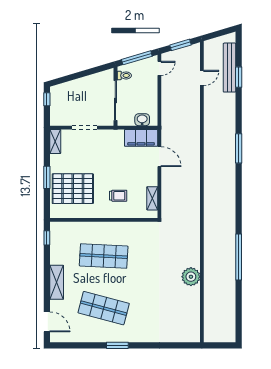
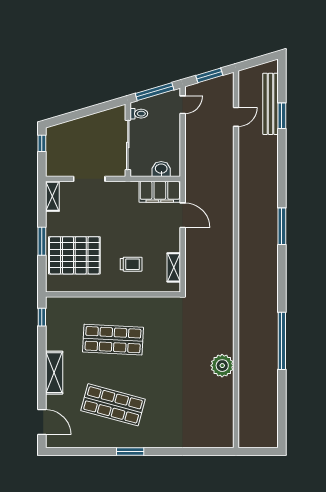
window: (239, 148) -> (282, 226), moved

